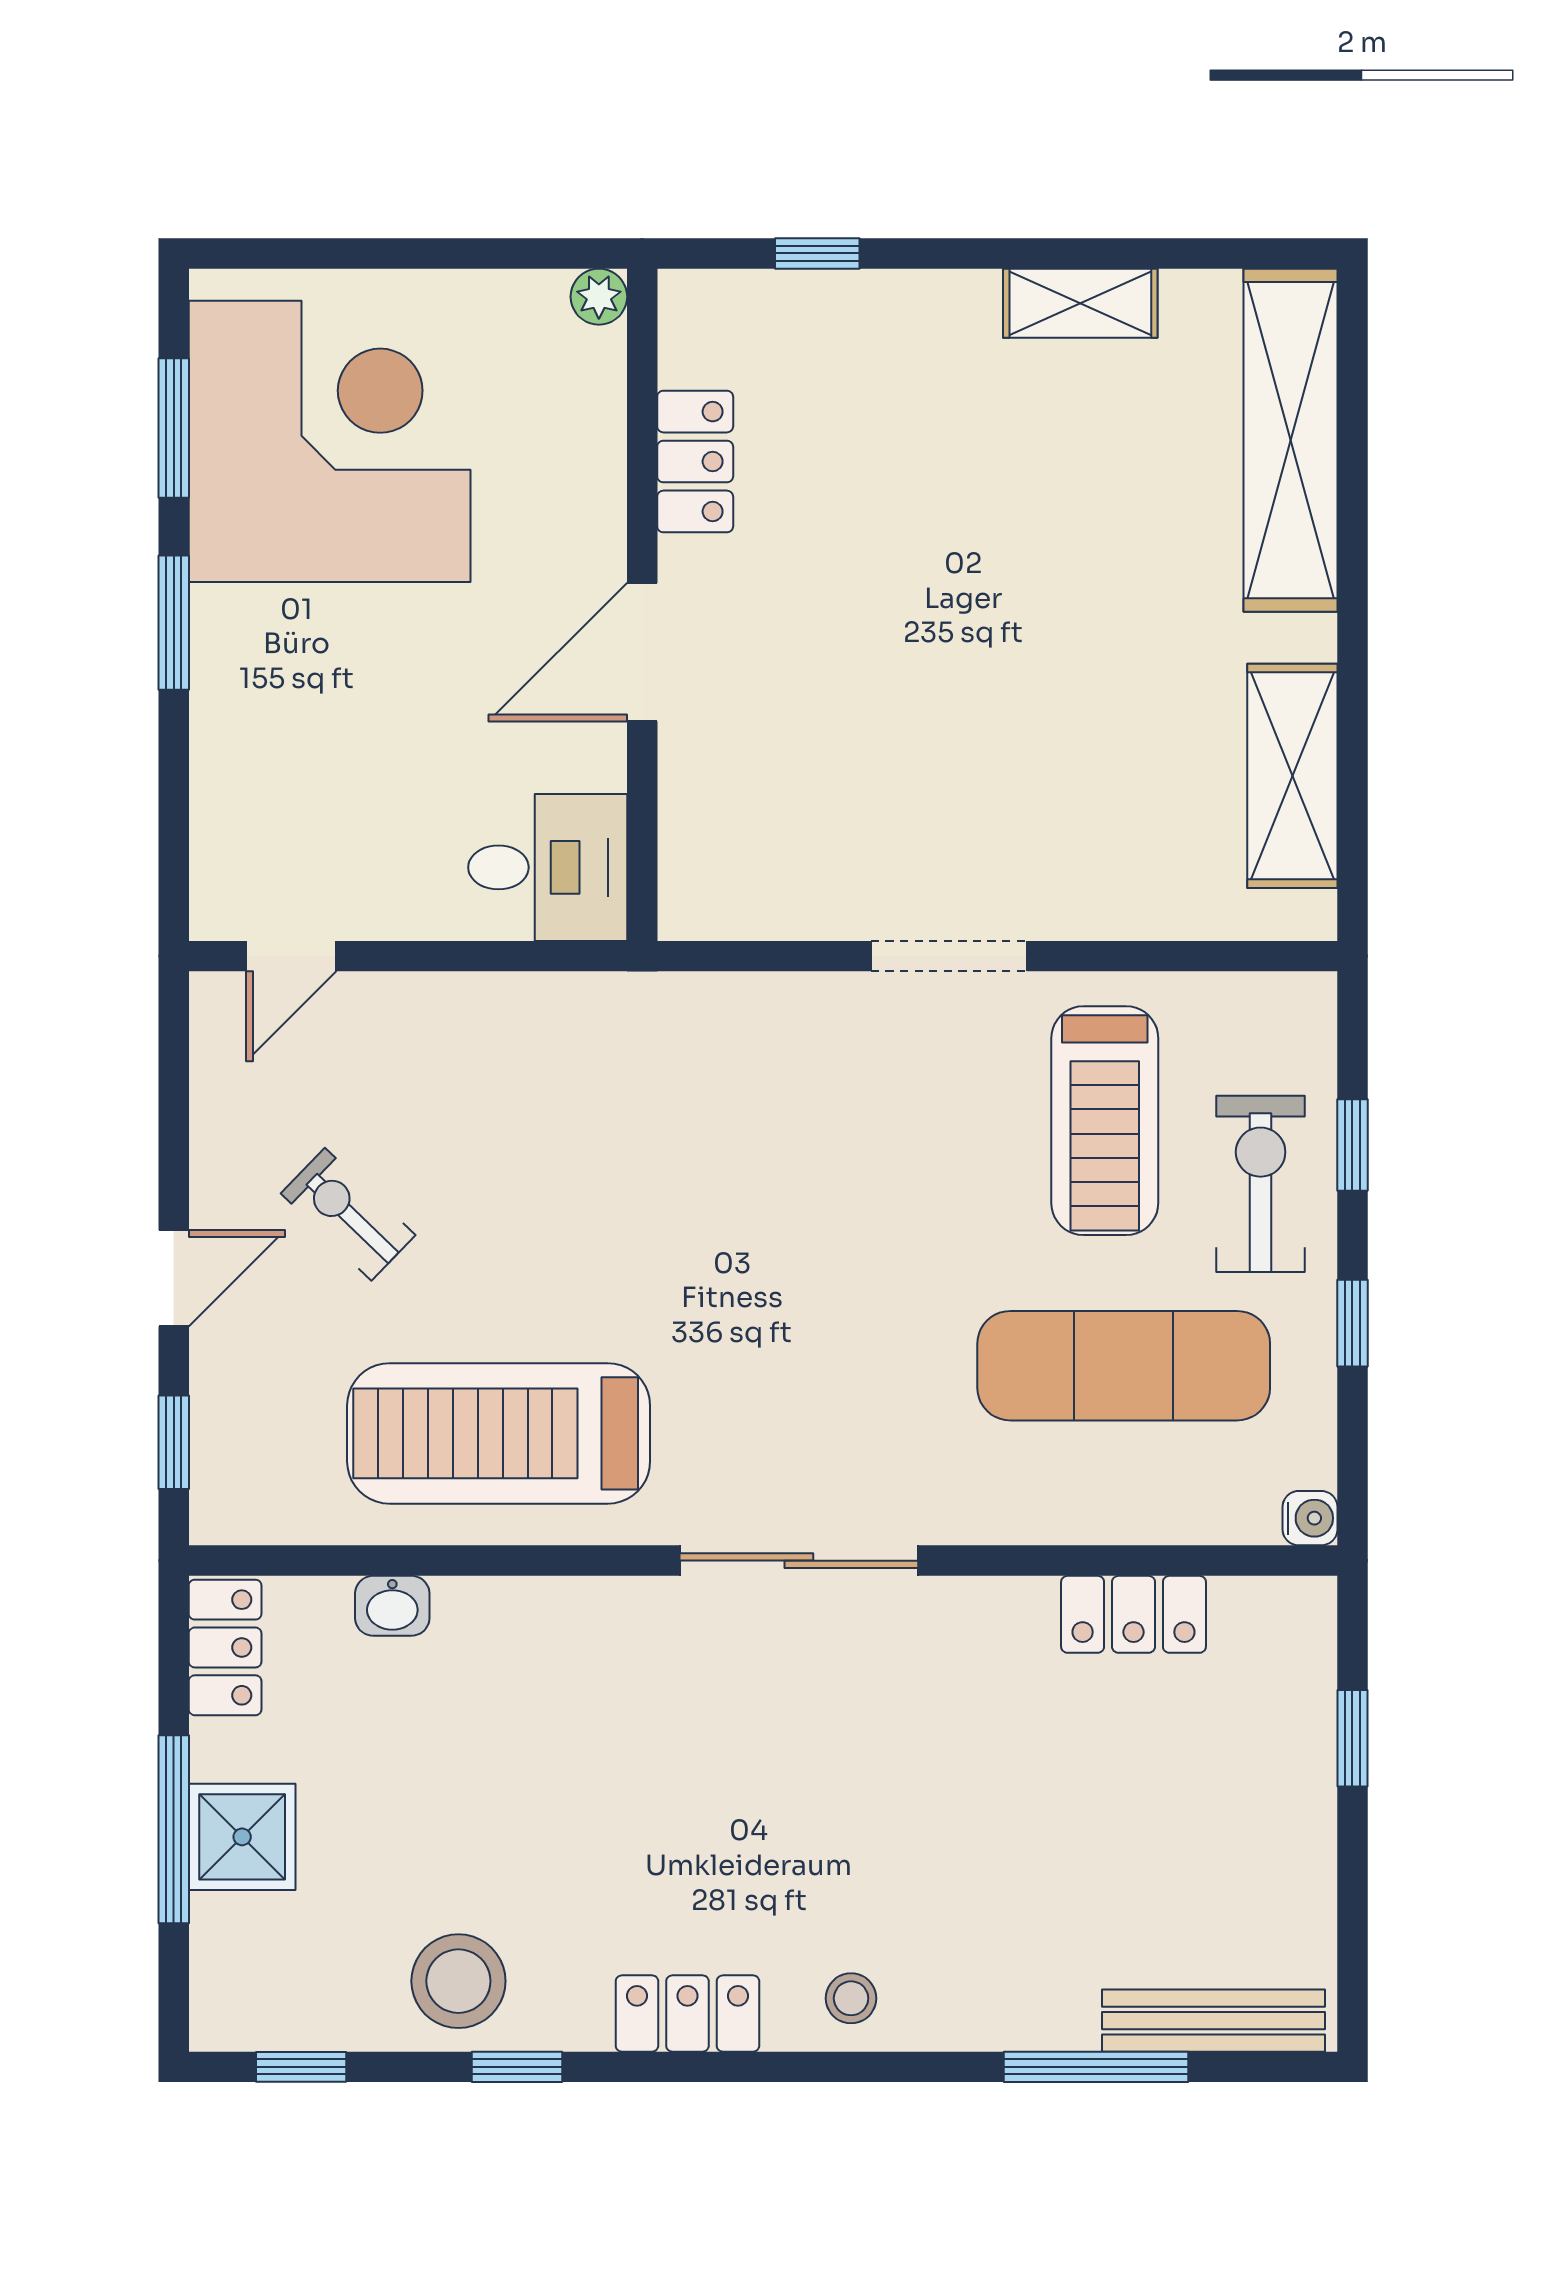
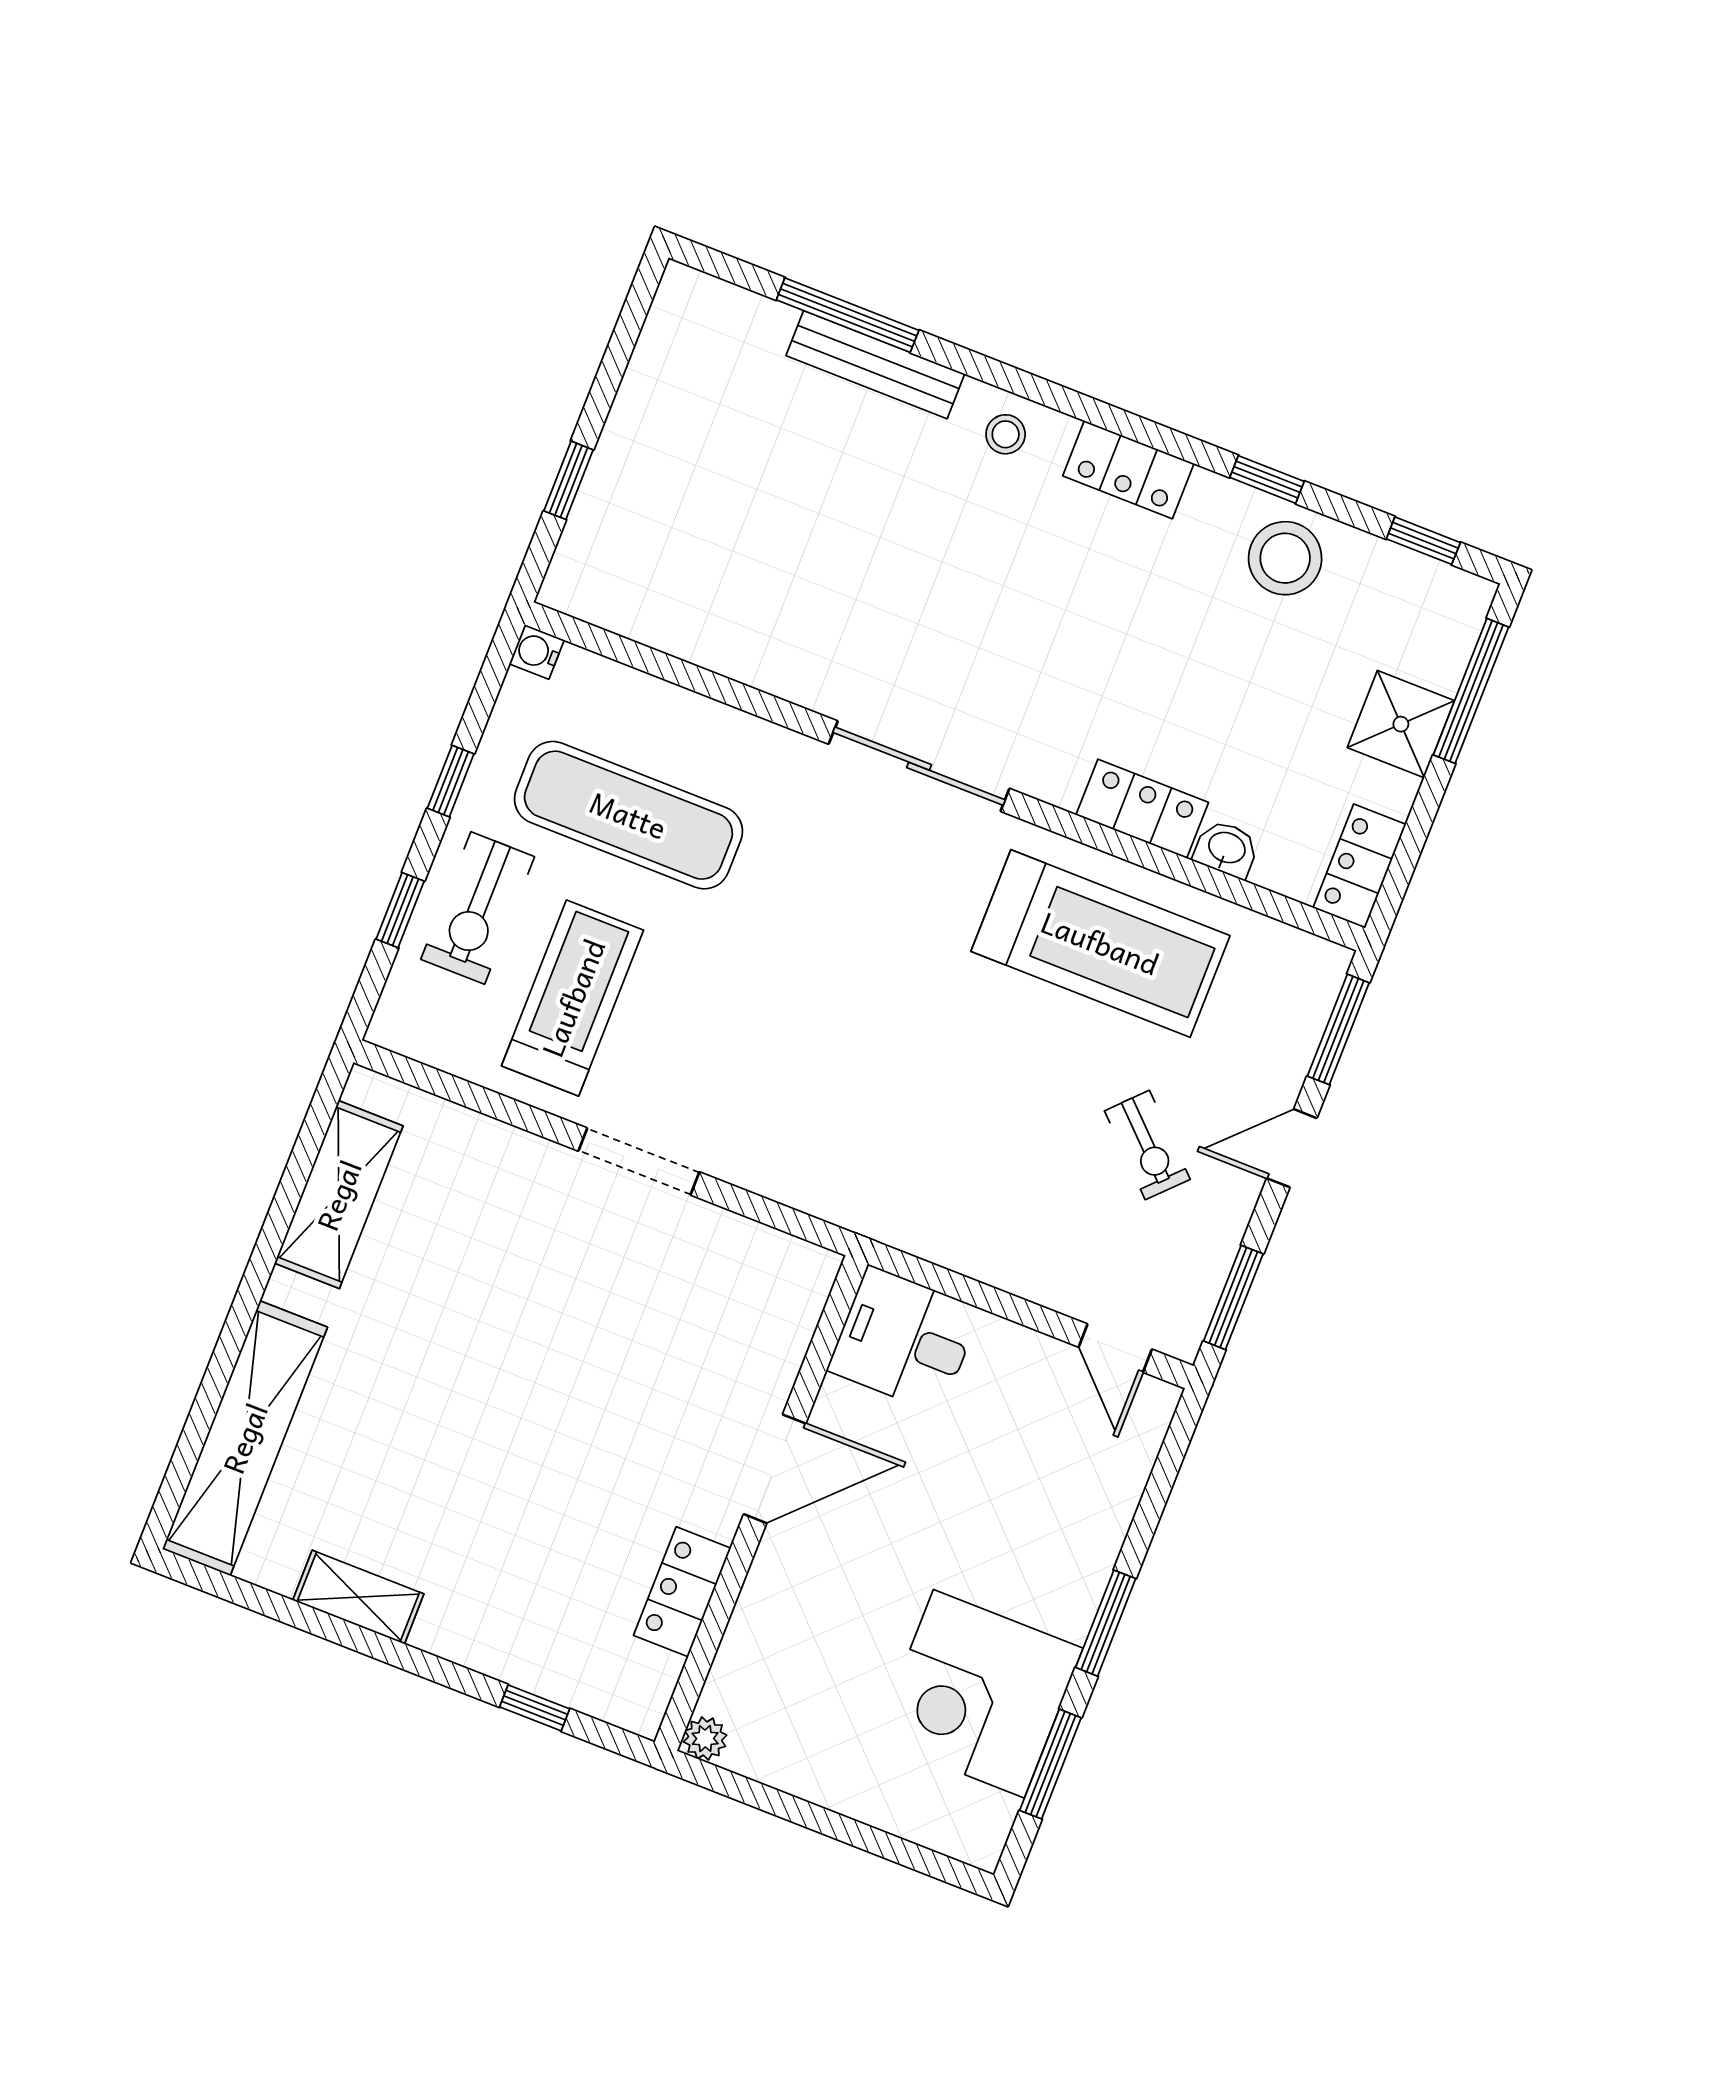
corner desk: (330, 441) -> (979, 1694), width x0.74, depth x0.74
door: (291, 956) -> (1115, 1348), swing flipped
window: (174, 1072) -> (1233, 1297), added
window: (174, 1442) -> (1338, 1029), width x1.50
locker: (1133, 1614) -> (1142, 809), moved
window: (174, 1829) -> (1471, 691), moved
bench: (1213, 2021) -> (875, 365), moved

